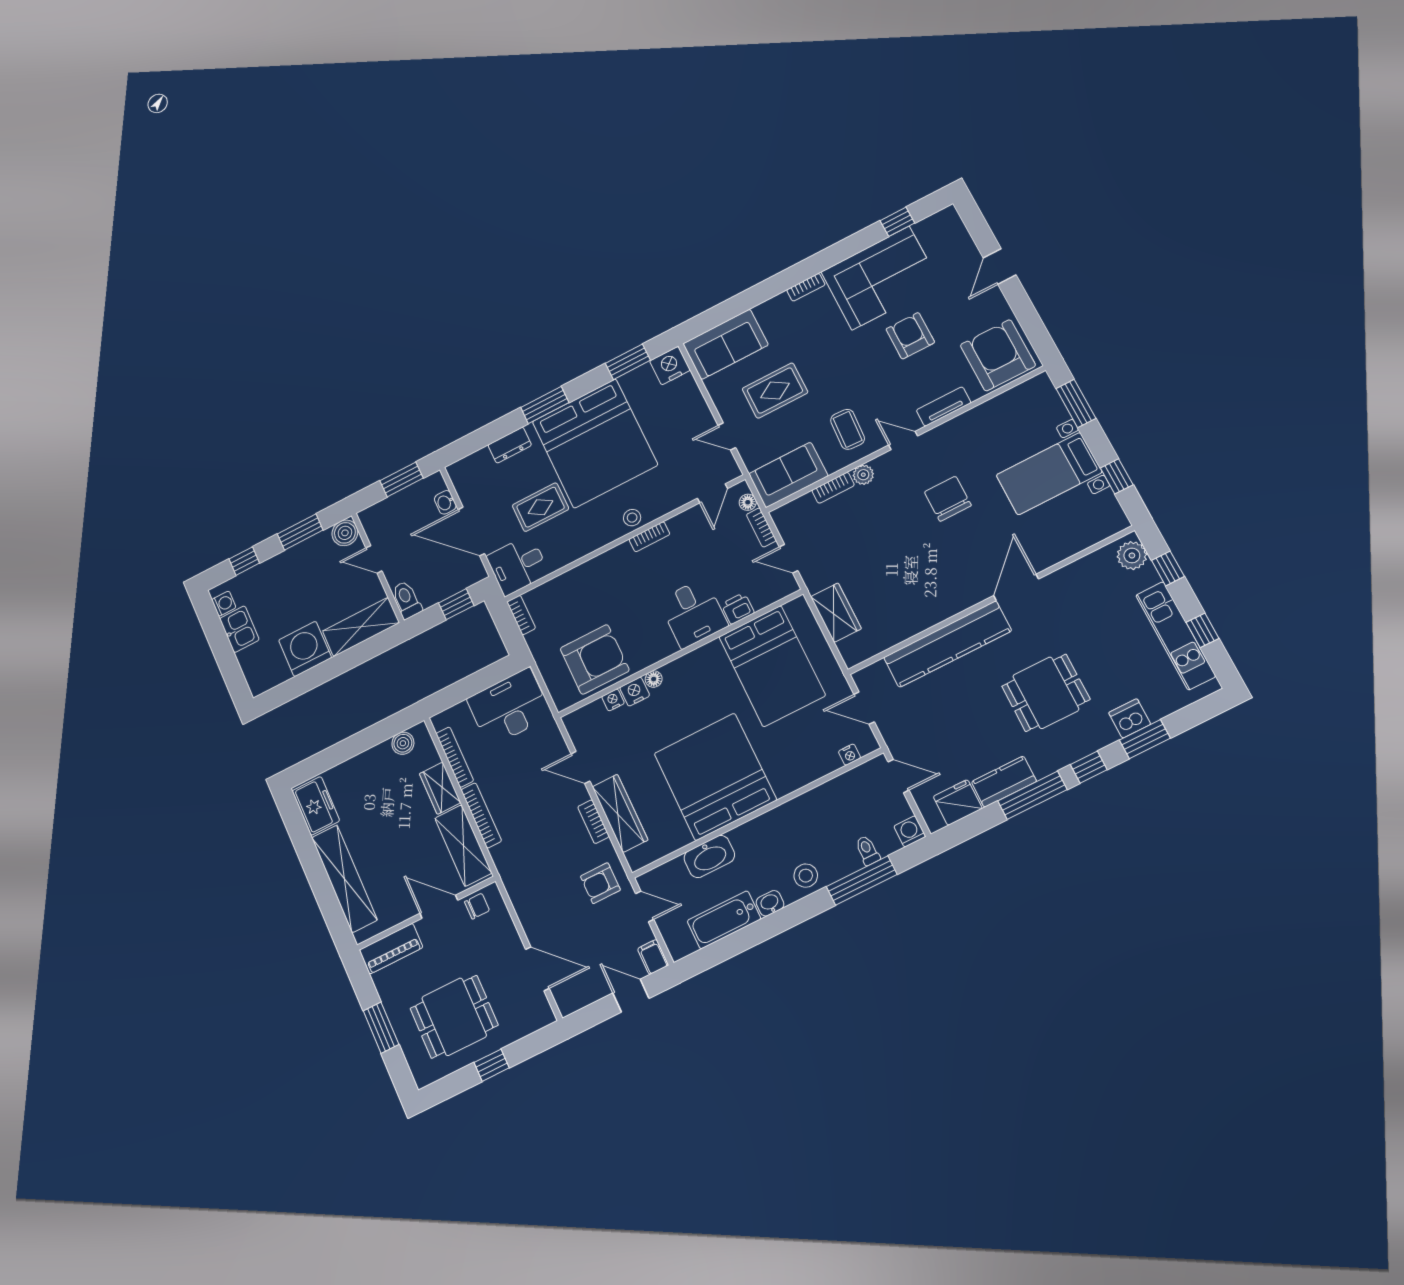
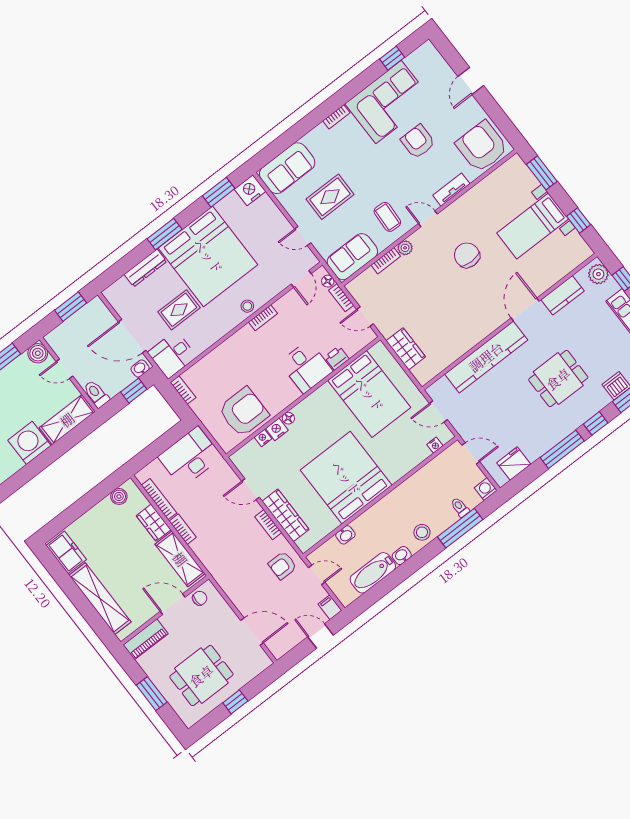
dresser: (510, 445) -> (145, 268), width x1.44
washbasin: (445, 502) -> (140, 369), moved, turned 90
kitchen counter: (1004, 782) -> (563, 295), moved, turned 180
bookcase: (481, 815) -> (183, 529), width x0.64
washbasin: (709, 856) -> (345, 535), width x0.52, depth x0.69

